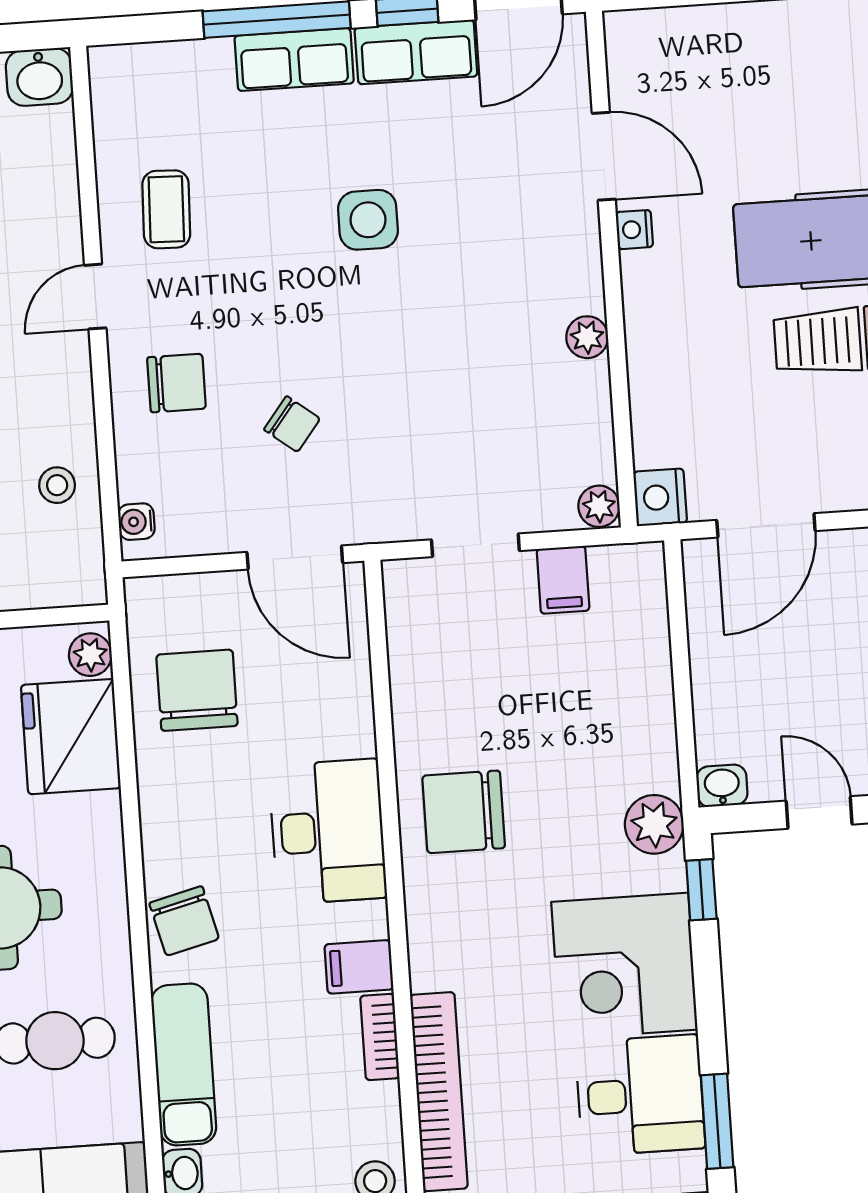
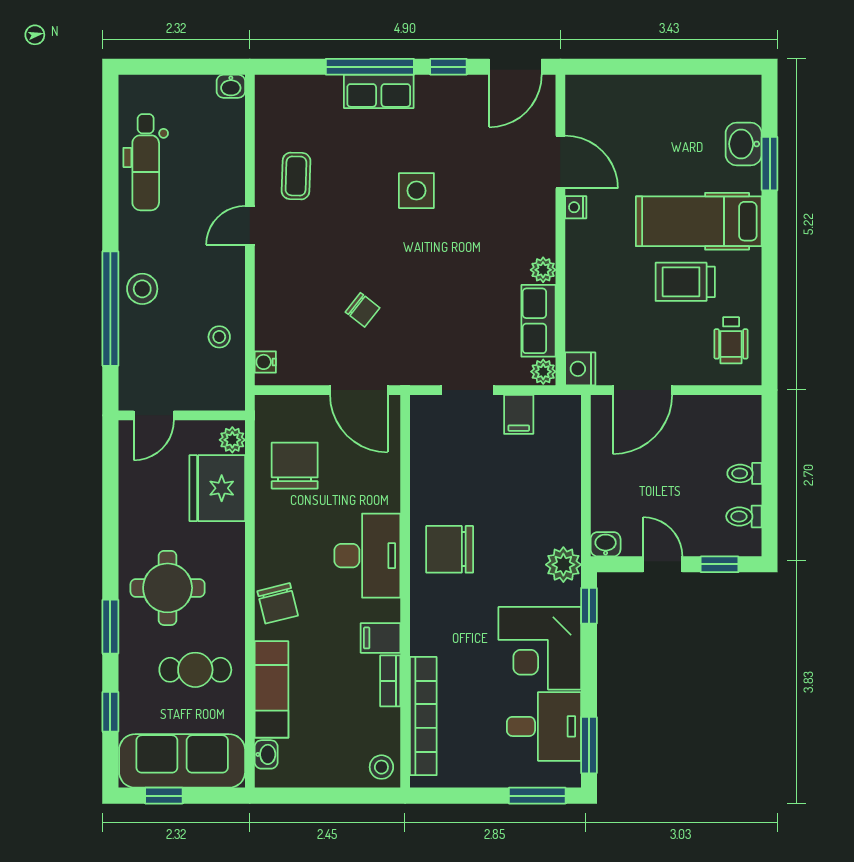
row of seats: (416, 52) -> (538, 321), moved, turned 90
washbasin: (39, 77) -> (231, 86), width x0.72, depth x0.69
chair: (177, 383) -> (295, 281), removed

